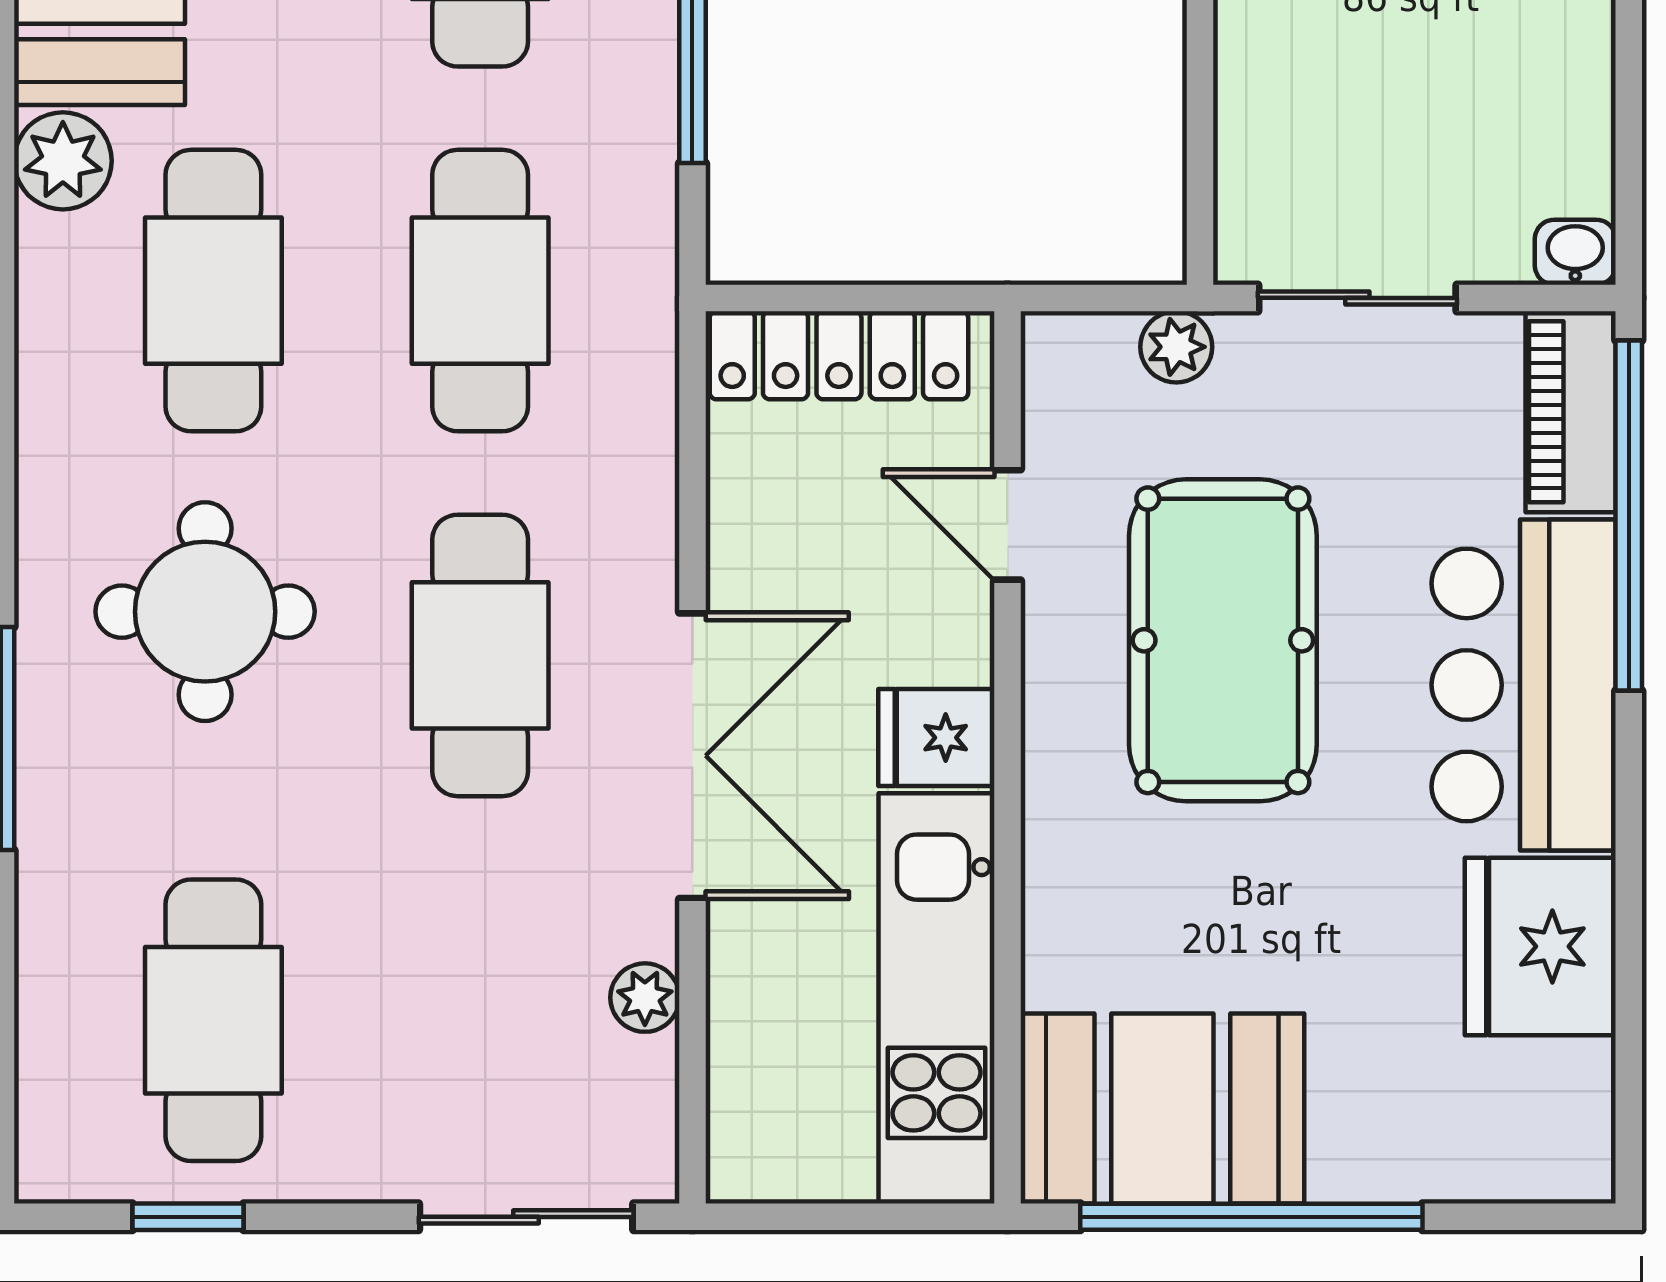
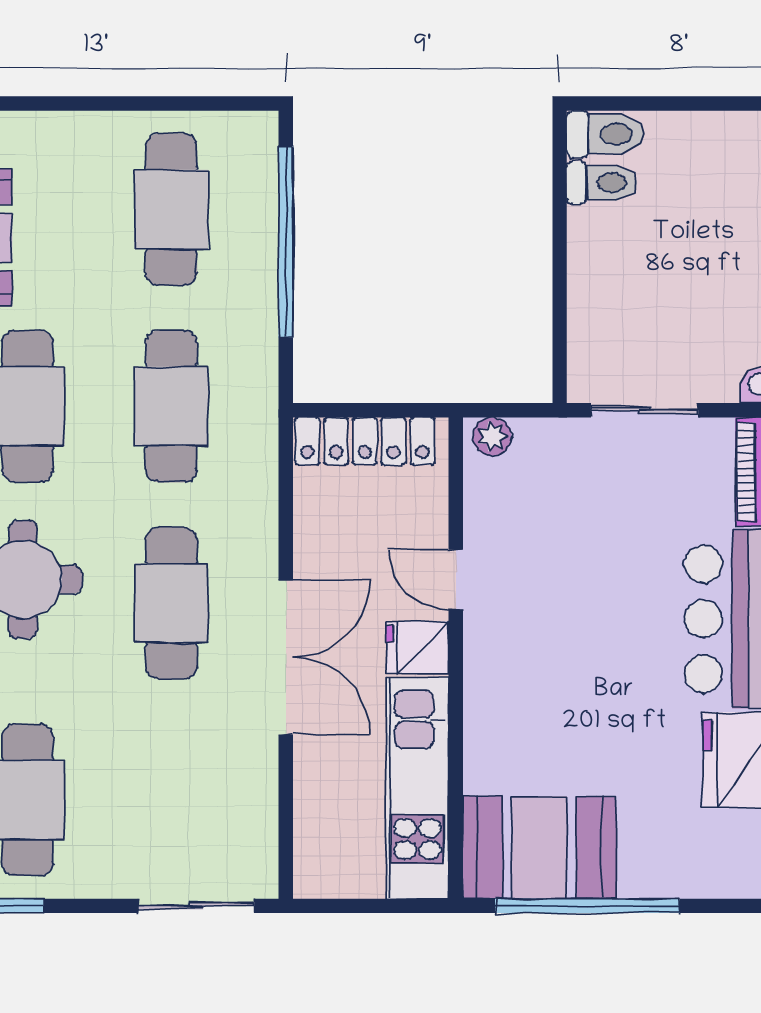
plant: (1176, 347) -> (492, 437), moved
door: (1007, 525) -> (456, 580), moved
pool table: (1223, 640) -> (572, 595), removed
plant: (645, 998) -> (260, 788), removed

